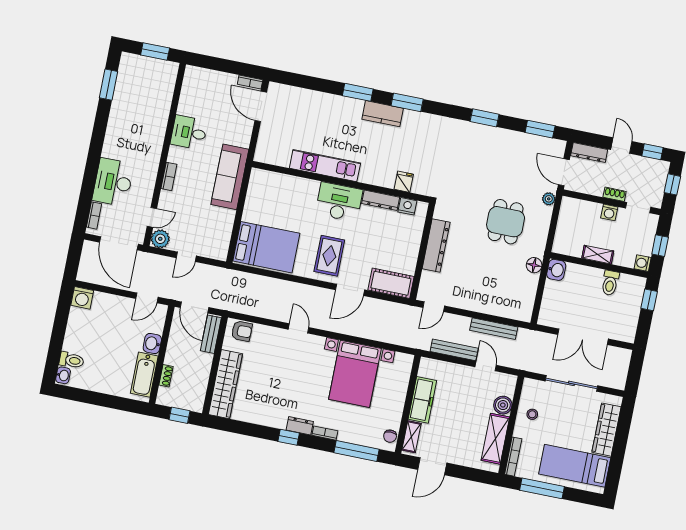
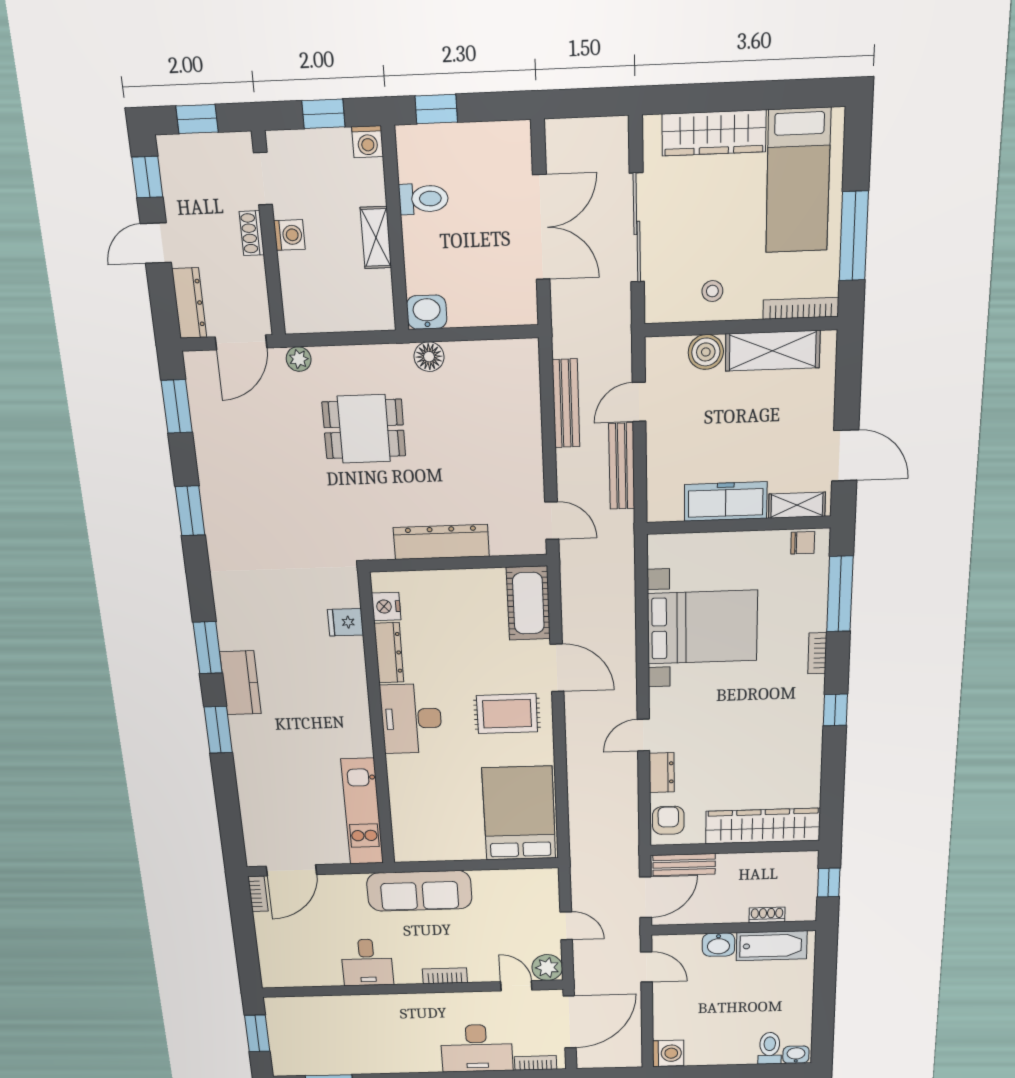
kitchen unit: (325, 166) -> (362, 811), moved
dresser: (300, 426) -> (662, 773), moved, turned 180

